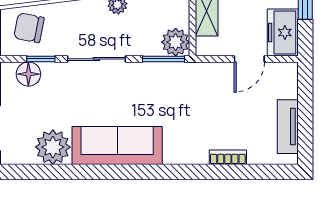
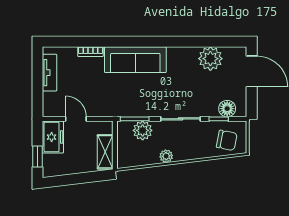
plant: (176, 42) -> (143, 130), moved
door: (249, 59) -> (76, 119), hinge flipped
sofa: (117, 146) -> (135, 60), moved

